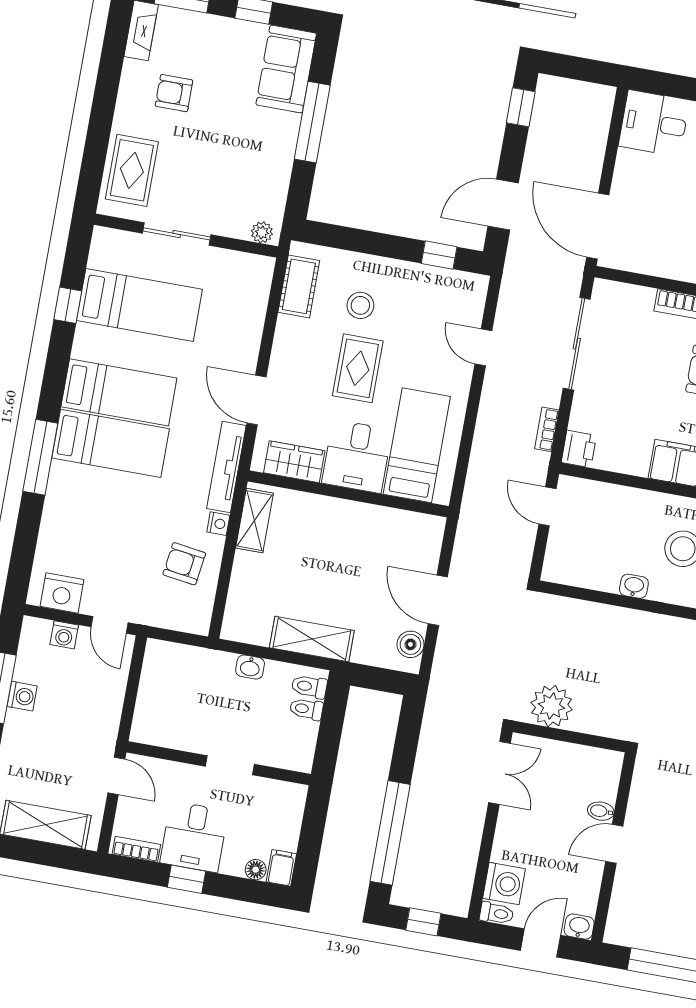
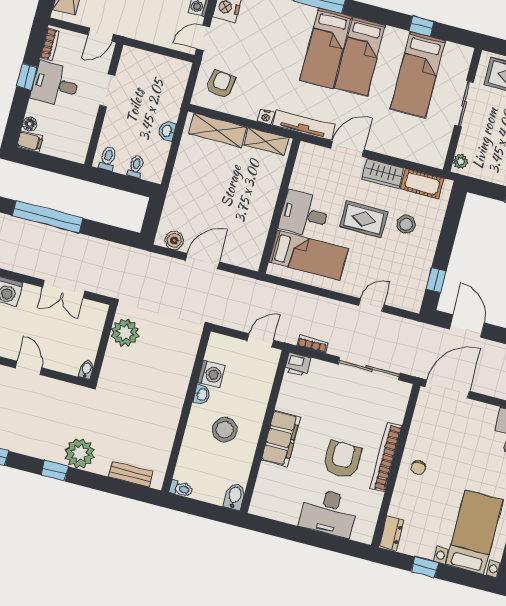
wardrobe: (294, 462) -> (383, 174), moved, turned 90
armchair: (184, 564) -> (221, 84), moved
washing machine: (603, 575) -> (211, 374), added
shelving: (312, 639) -> (218, 130), moved, turned 90
toilet: (309, 687) -> (108, 159), moved
doorway: (230, 765) -> (107, 91), moved
double door: (500, 773) -> (64, 289), moved
bidet: (601, 811) -> (86, 370), moved

